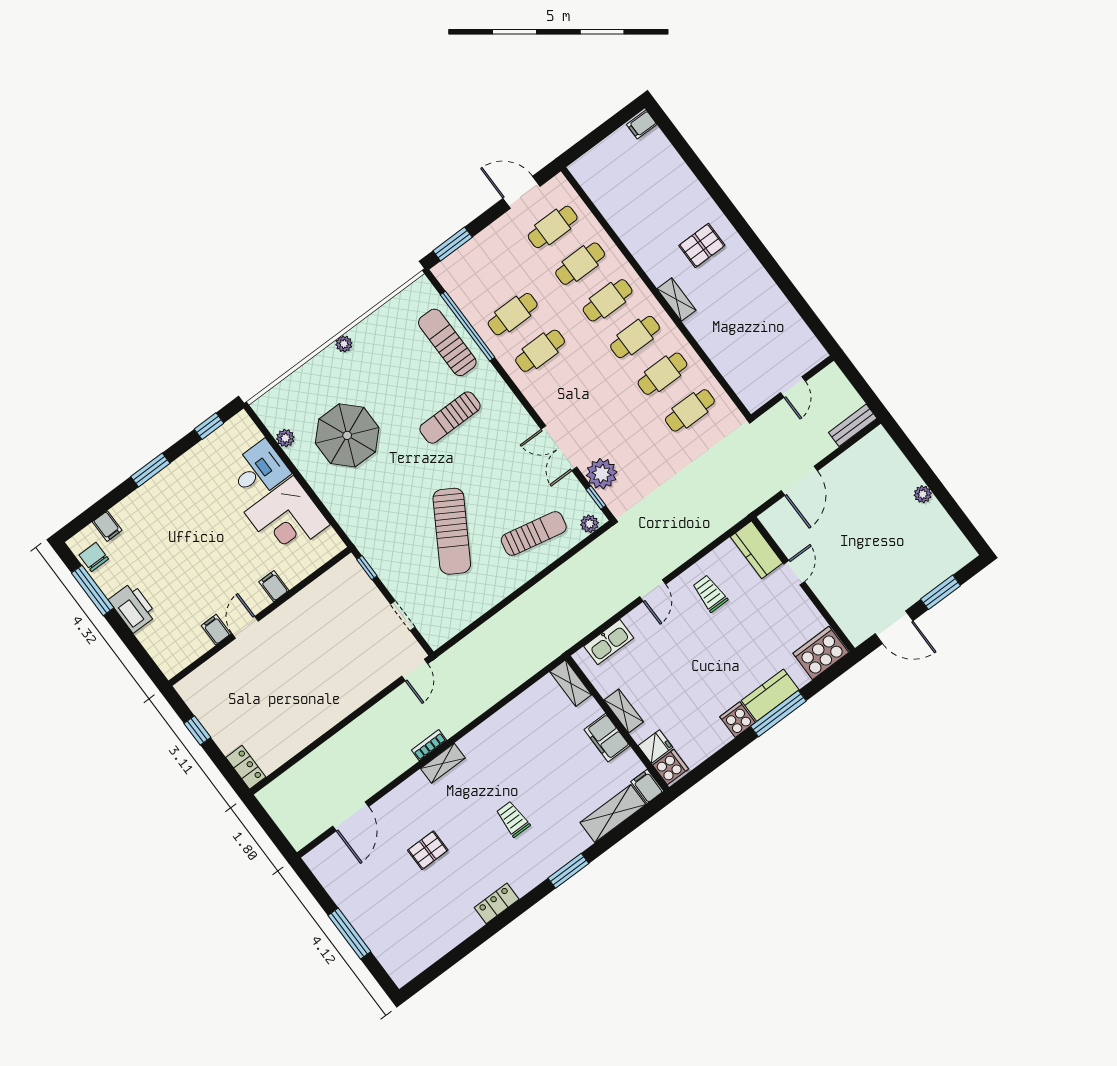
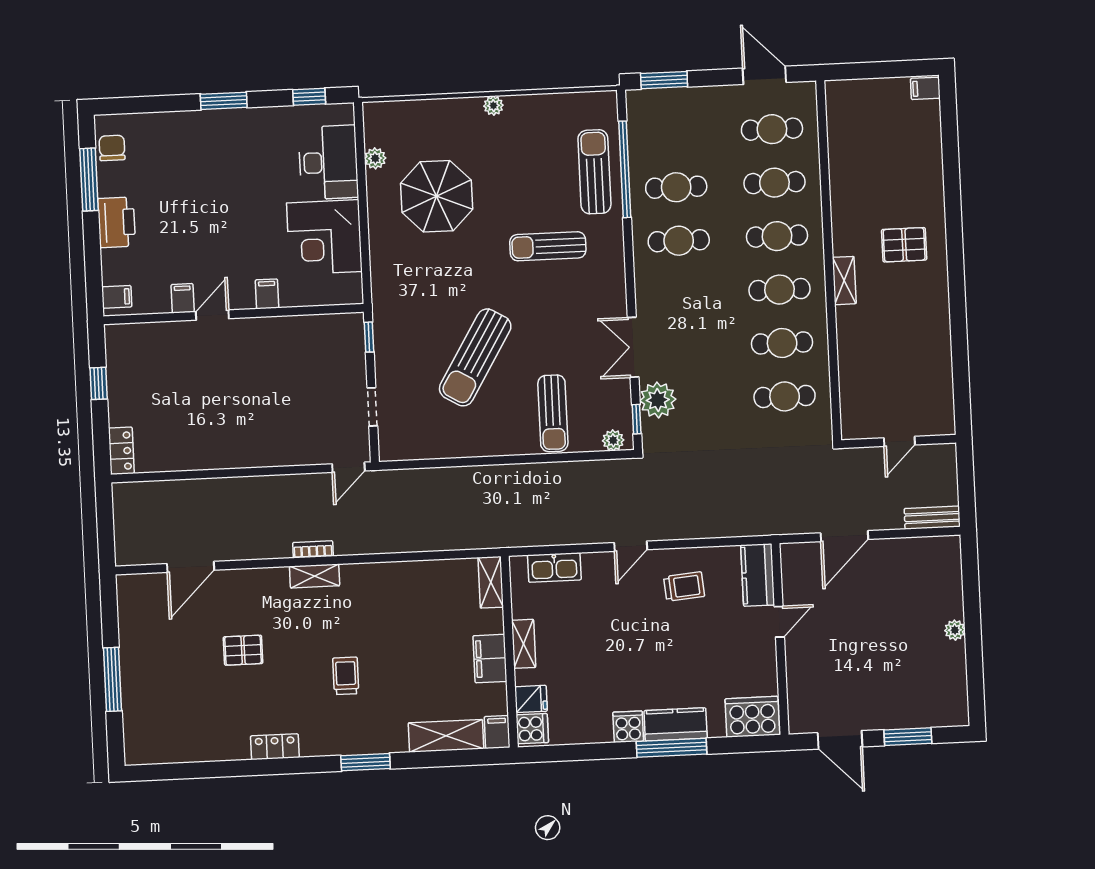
desk: (259, 470) -> (328, 162), width x1.37
filing cabinet: (107, 526) -> (117, 297), moved, turned -90
sun lounger: (534, 534) -> (553, 413), turned 78
trolley: (710, 593) -> (684, 587), turned 85

